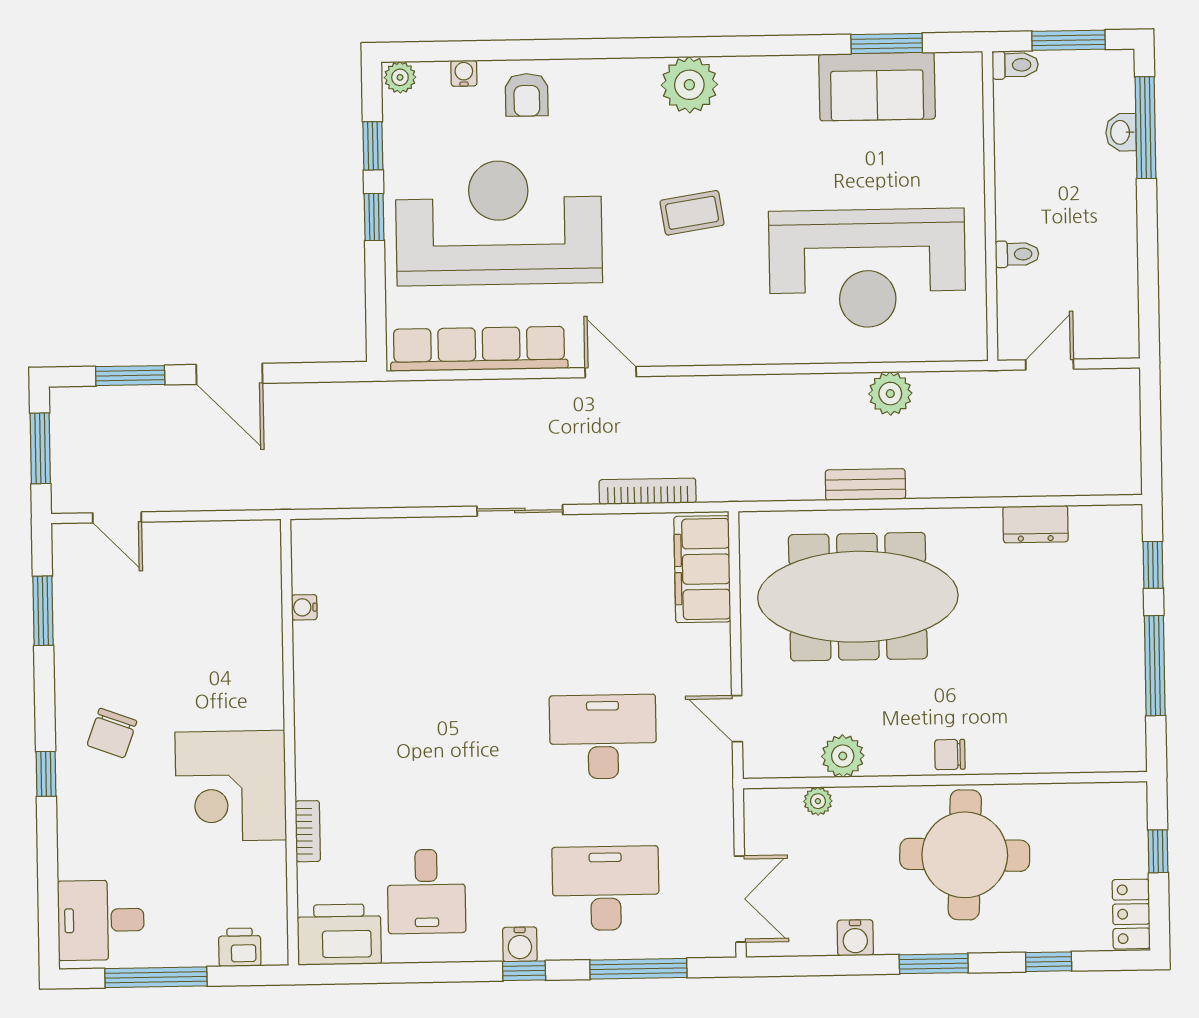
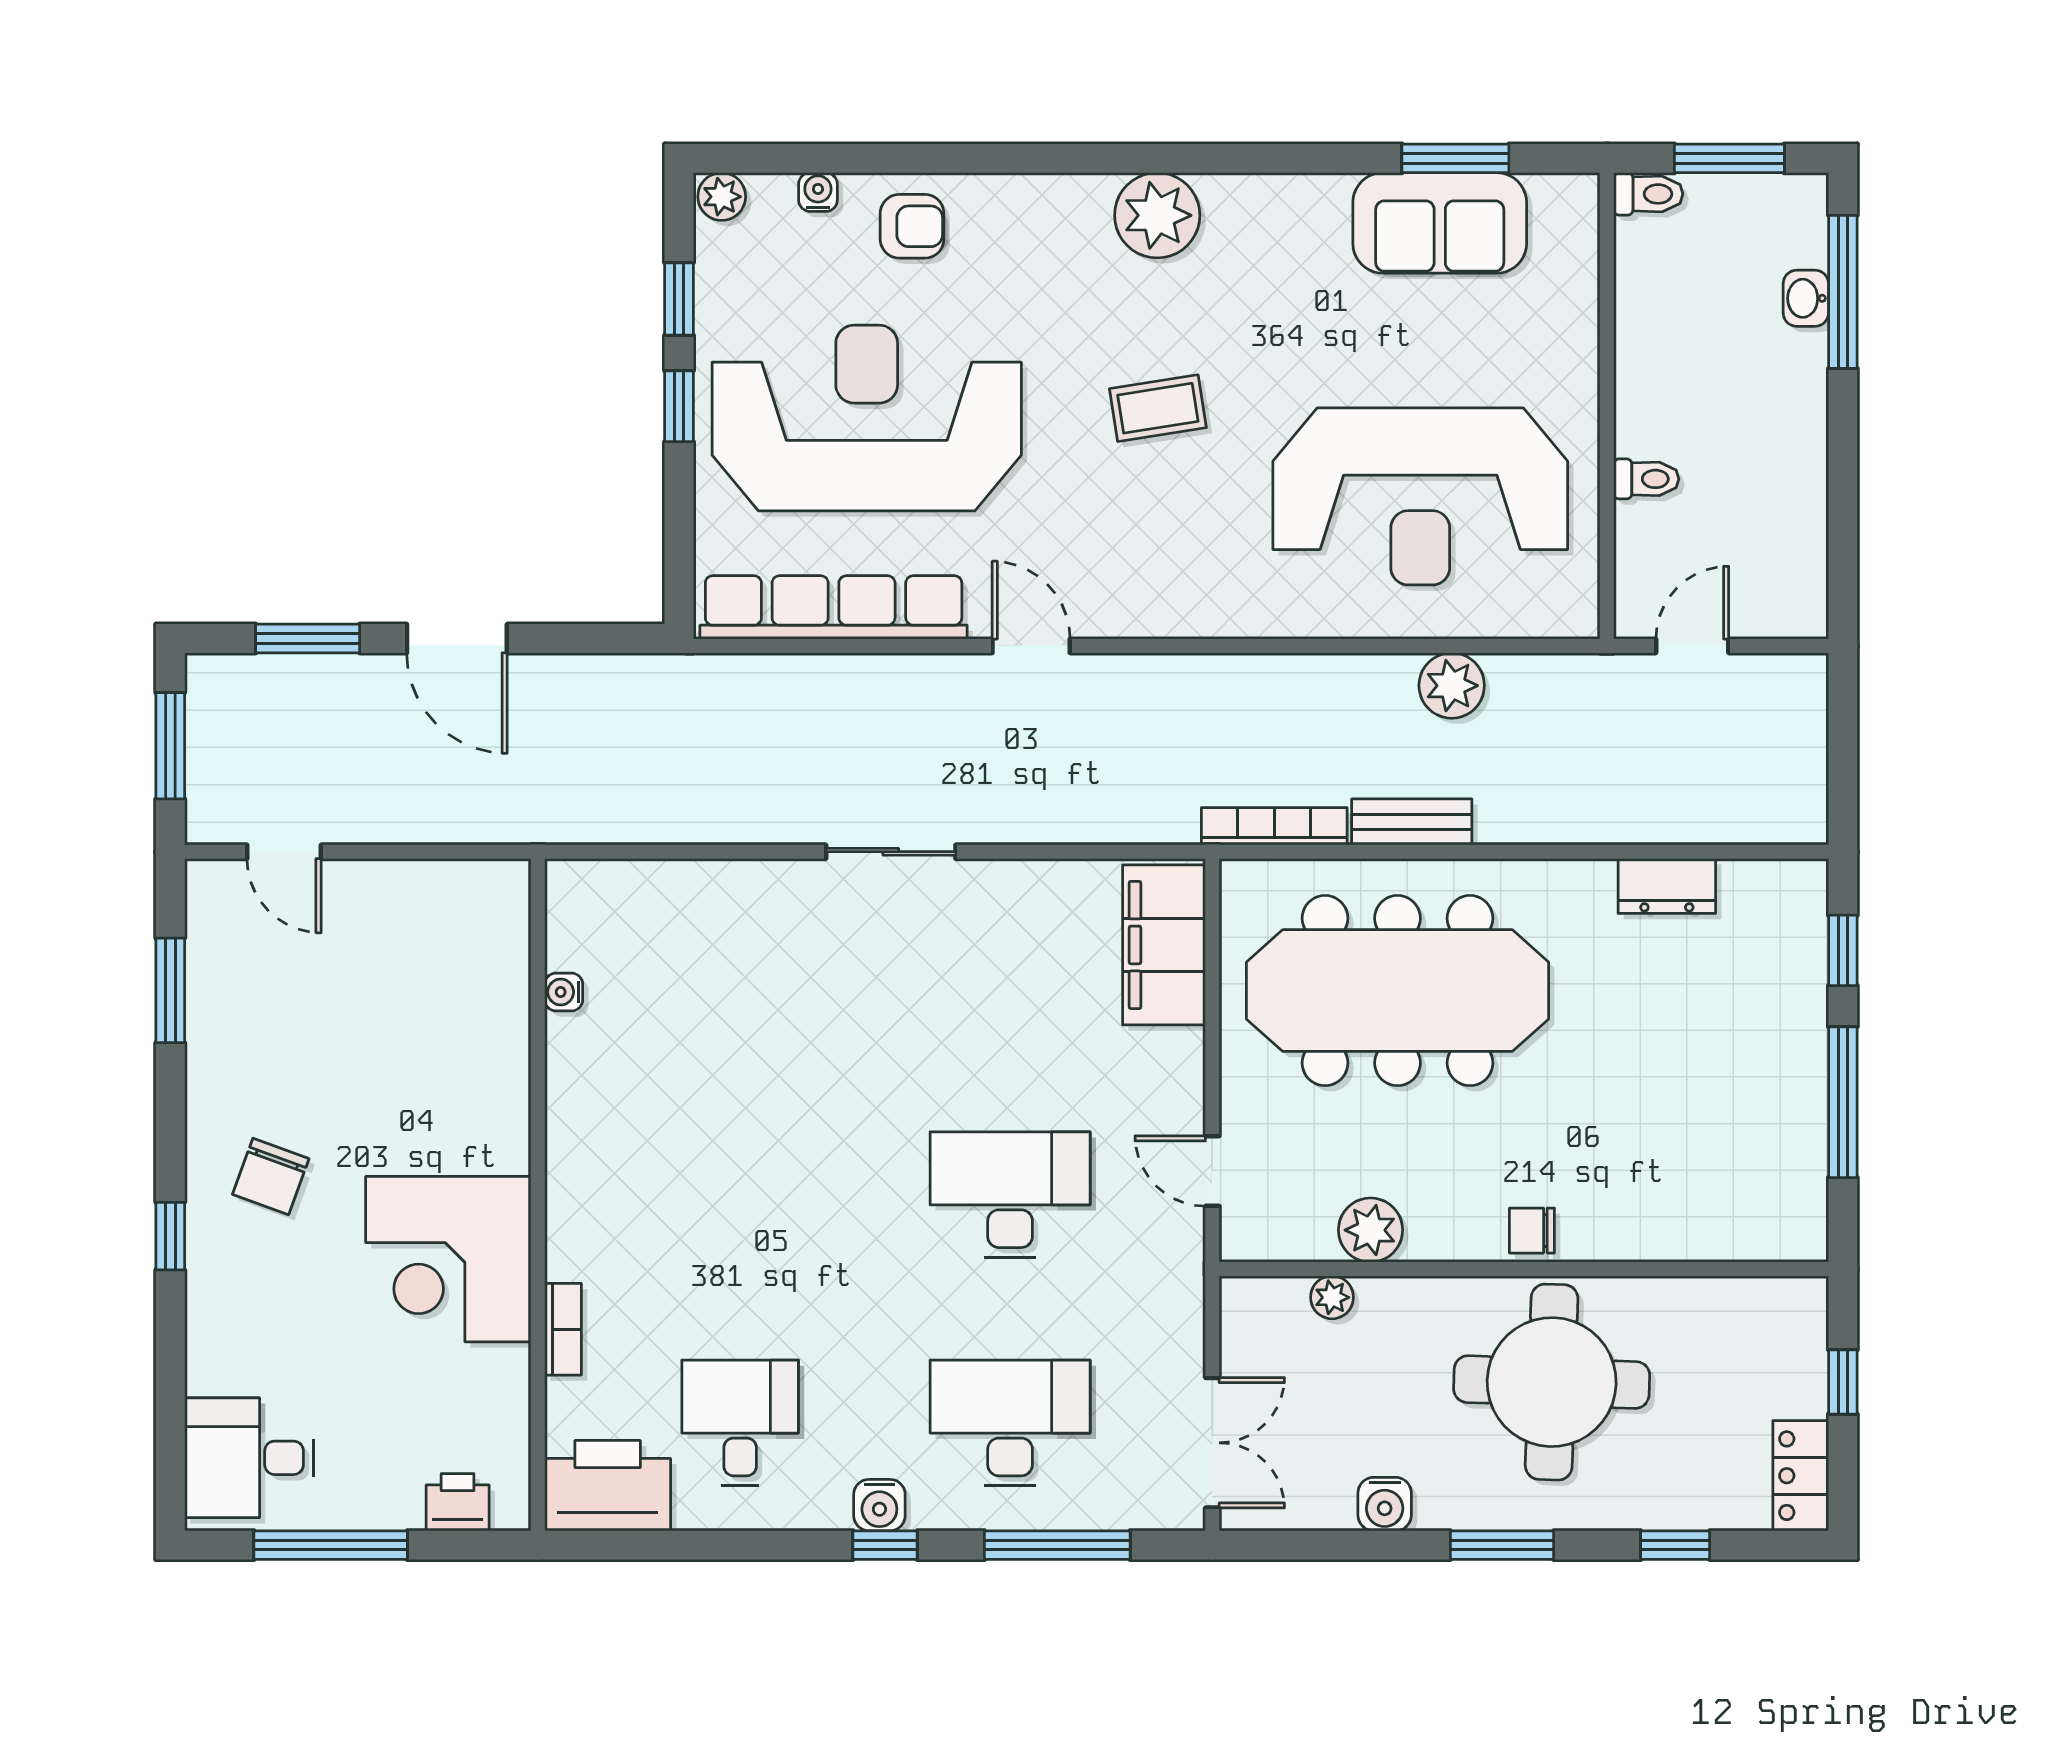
armchair: (527, 95) -> (912, 226), turned -90
bookcase: (648, 491) -> (1274, 826), moved
desk: (426, 891) -> (740, 1423), turned 180

